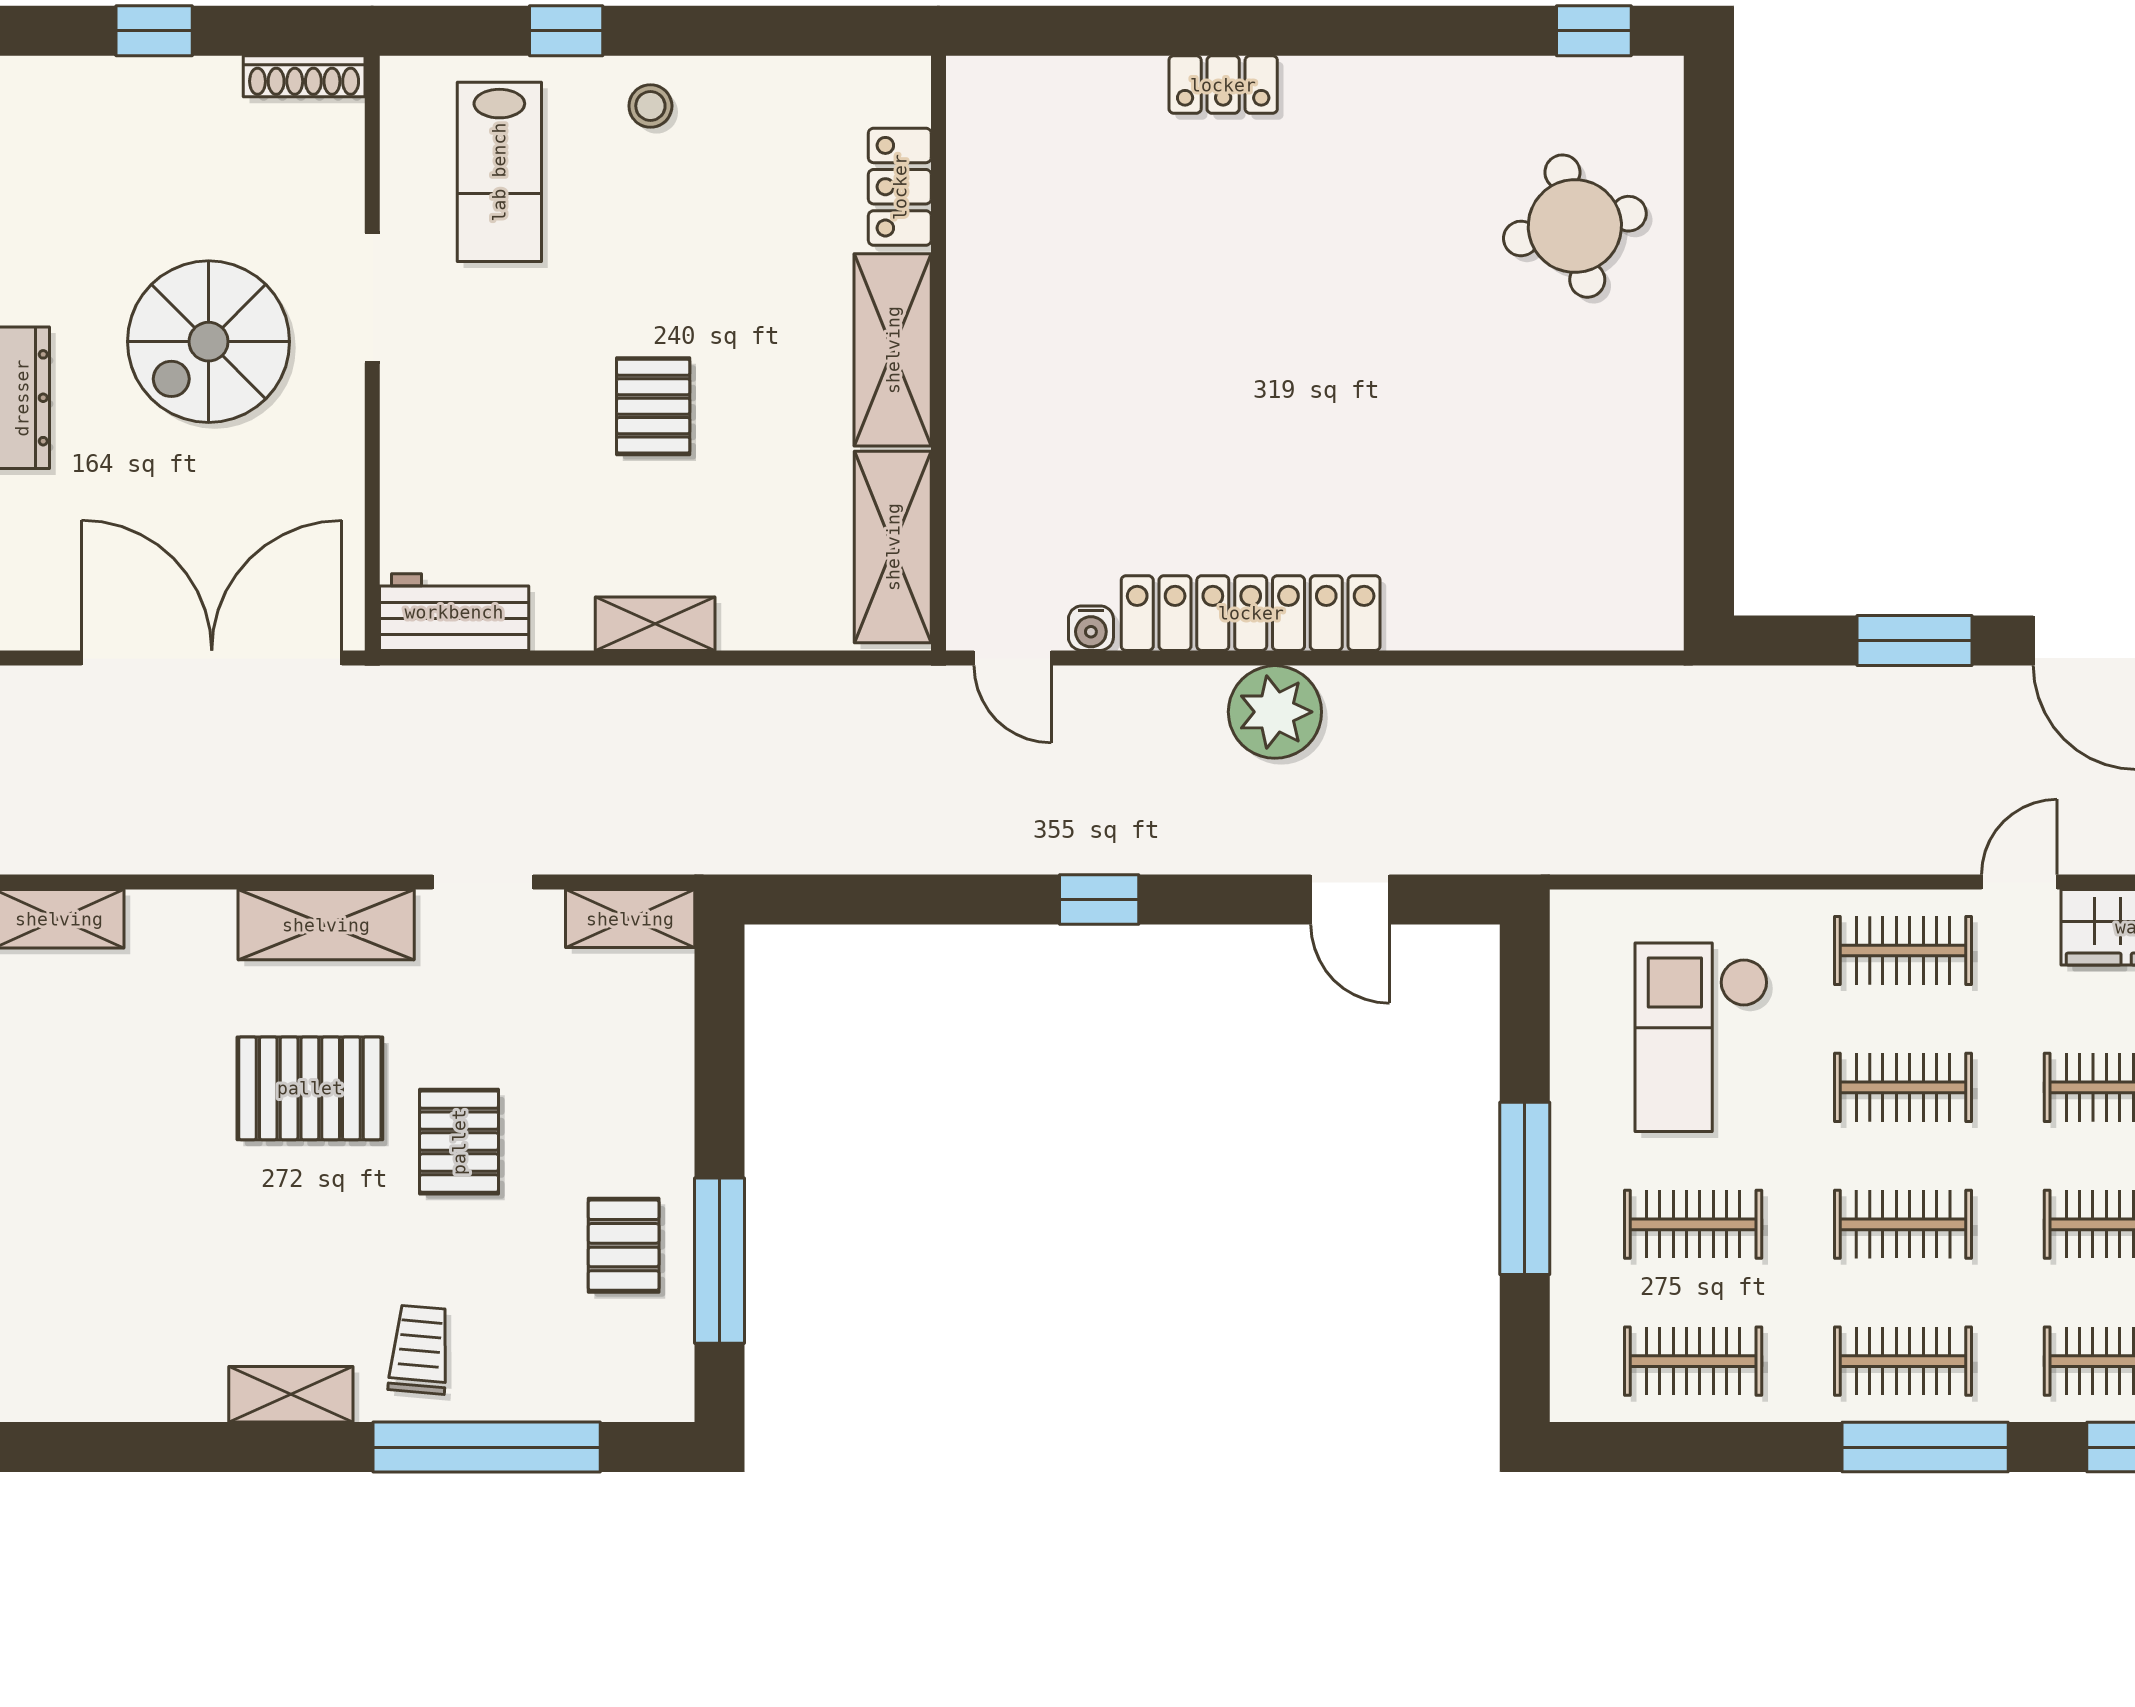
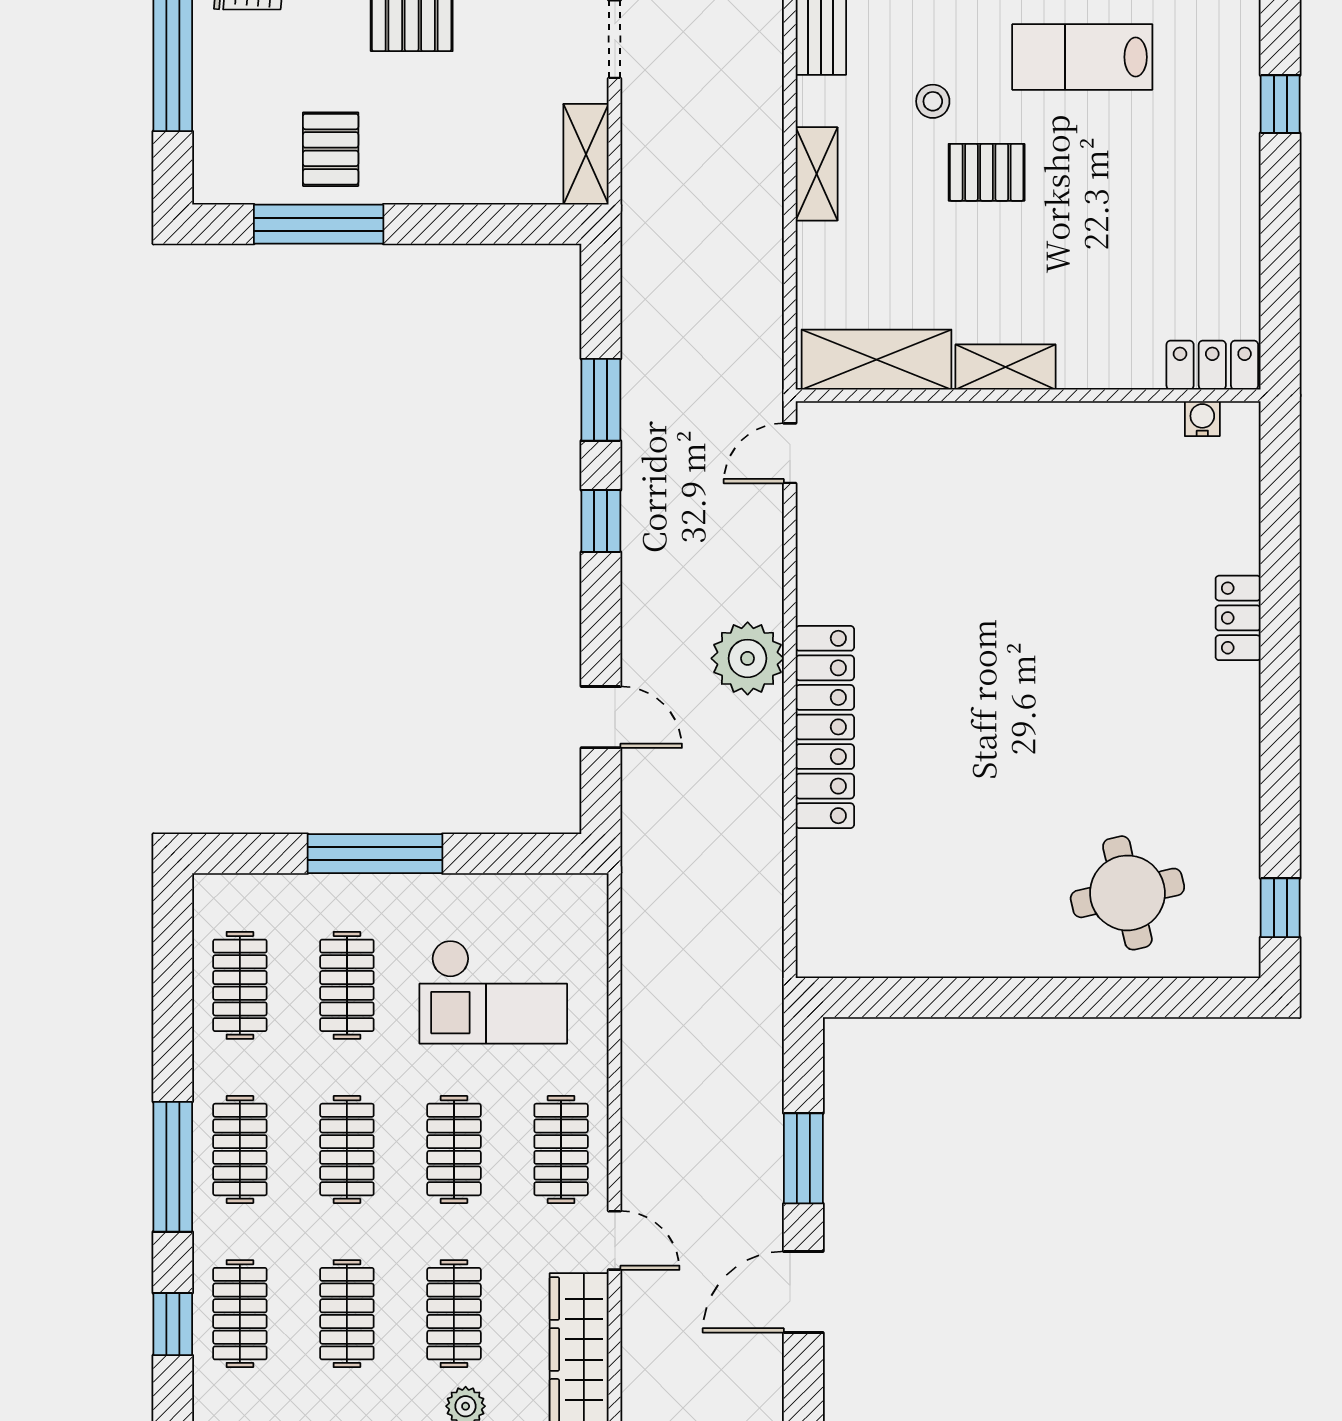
stool: (650, 106) -> (933, 101), moved
lab bench: (499, 172) -> (1082, 57), moved
locker: (900, 187) -> (1212, 365), moved
shelving: (893, 350) -> (1006, 367), width x0.67, depth x0.75
locker: (1251, 613) -> (825, 727), moved
water cooler: (1091, 628) -> (1202, 419), moved, turned 90
window: (944, 899) -> (601, 400), added
door: (1350, 899) -> (601, 717), swing flipped
checkout: (1701, 1037) -> (493, 992), turned 180
pallet: (624, 1245) -> (331, 149), turned 90

